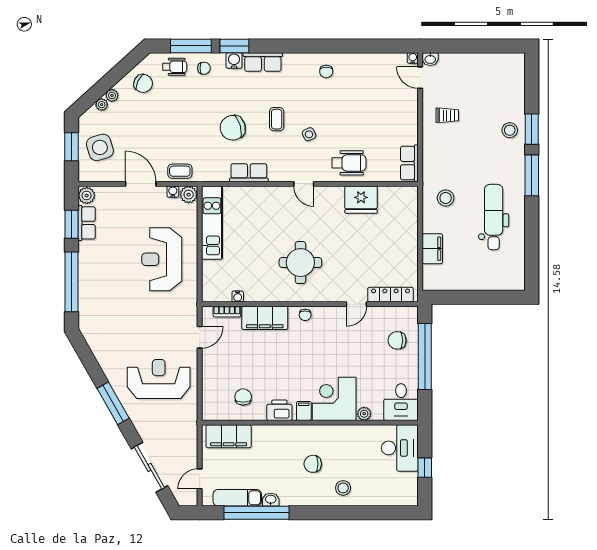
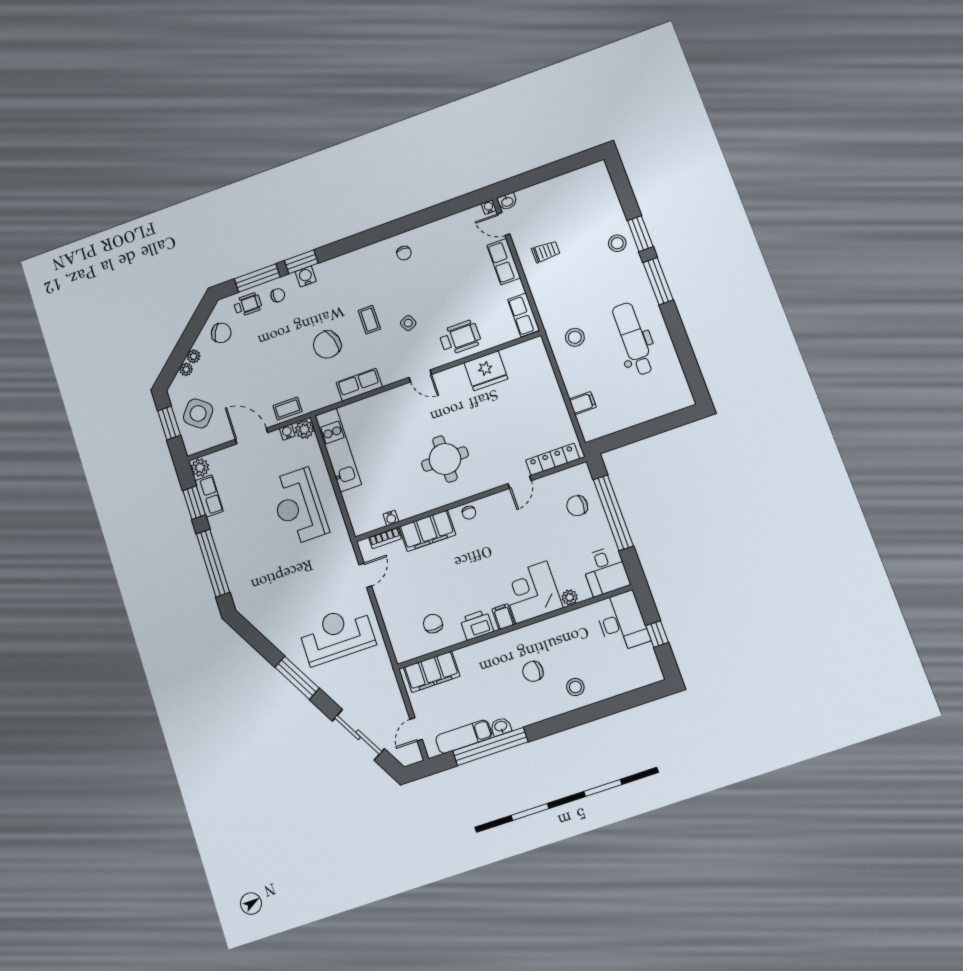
row of seats: (263, 62) -> (504, 262), moved, turned 90
side table: (100, 147) -> (198, 413), turned -34
filing cabinet: (432, 249) -> (583, 403), width x0.50

